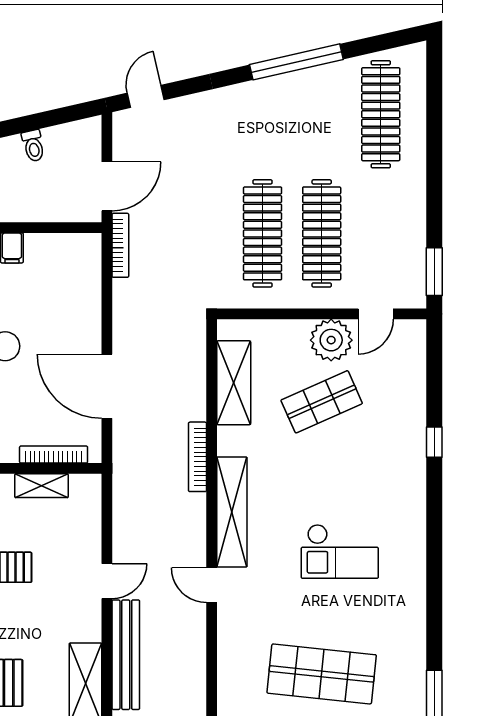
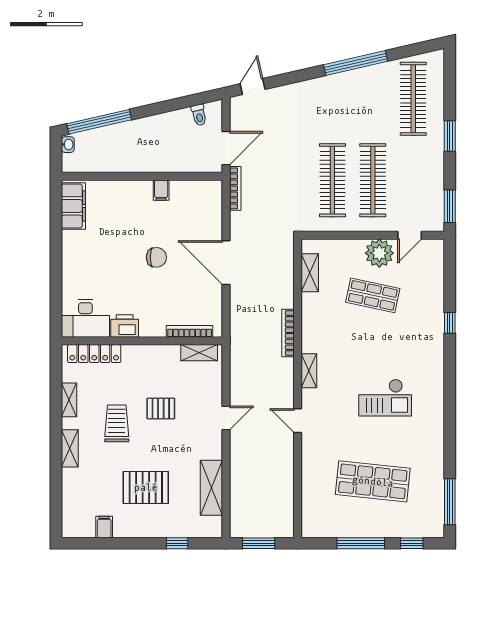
toilet: (33, 146) -> (199, 115), moved
window: (434, 169) -> (450, 136), added
shelving: (234, 383) -> (310, 273), width x0.67, depth x0.75
door: (107, 386) -> (226, 263), moved
shop shelf: (322, 402) -> (373, 295), turned 36
shelving: (41, 486) -> (199, 353), moved
shelving: (232, 512) -> (309, 371), width x0.45, depth x0.75
bench: (126, 655) -> (239, 468), removed

